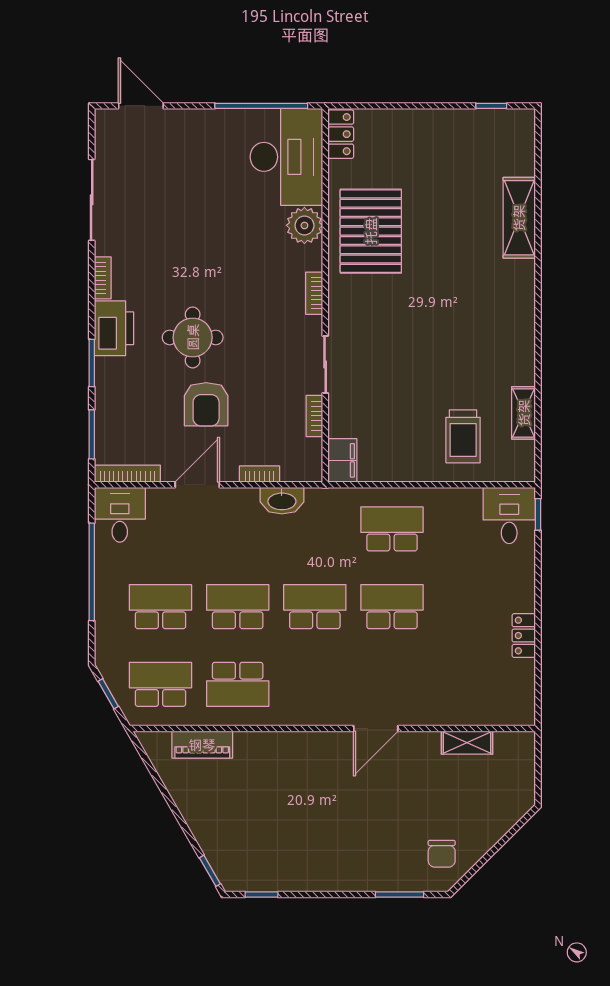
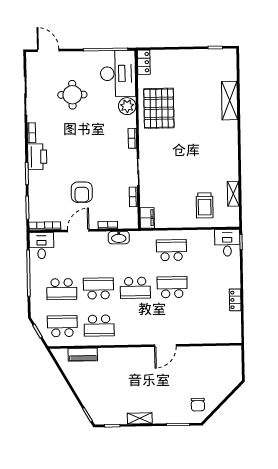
round table: (193, 337) -> (72, 95), moved
school desk: (160, 607) -> (62, 289), turned 180
school desk: (315, 607) -> (135, 288), turned 180
shelving: (467, 743) -> (140, 418), moved

